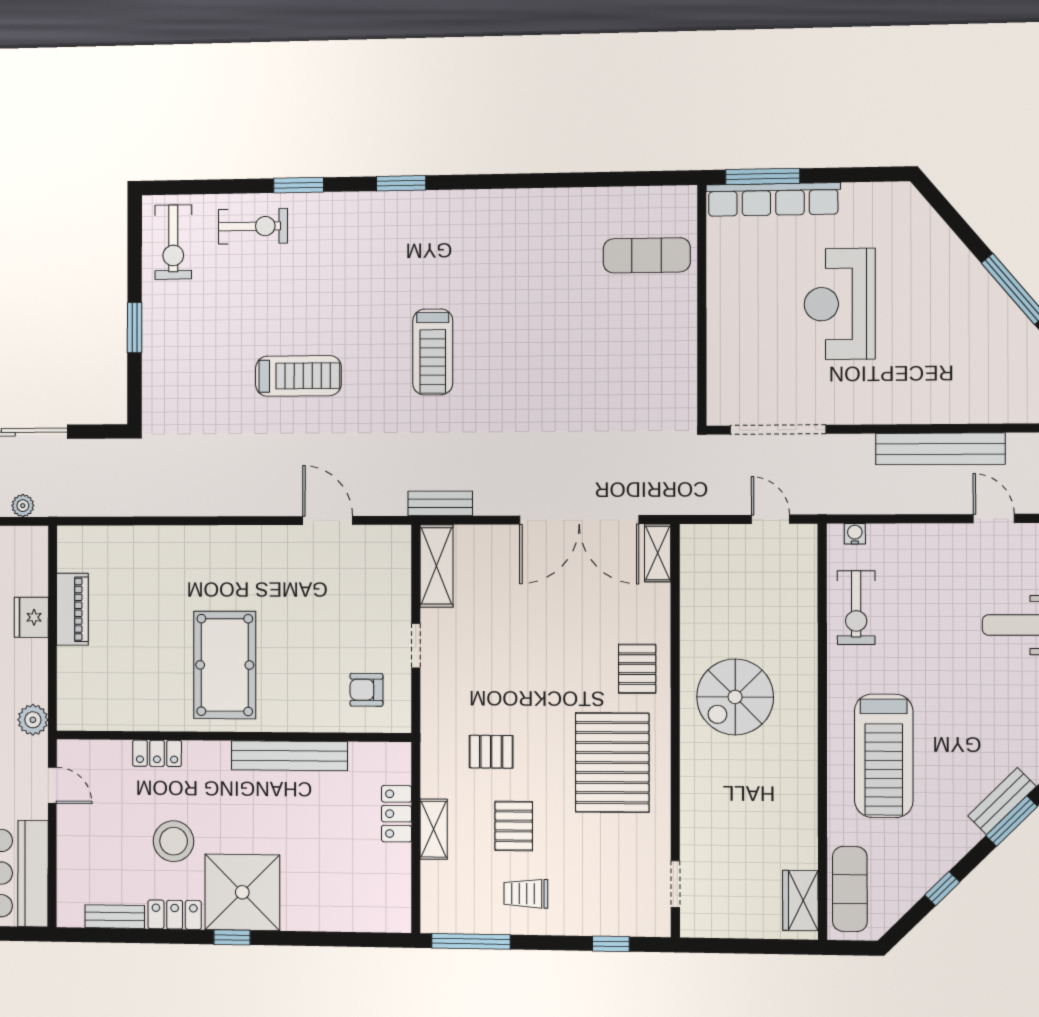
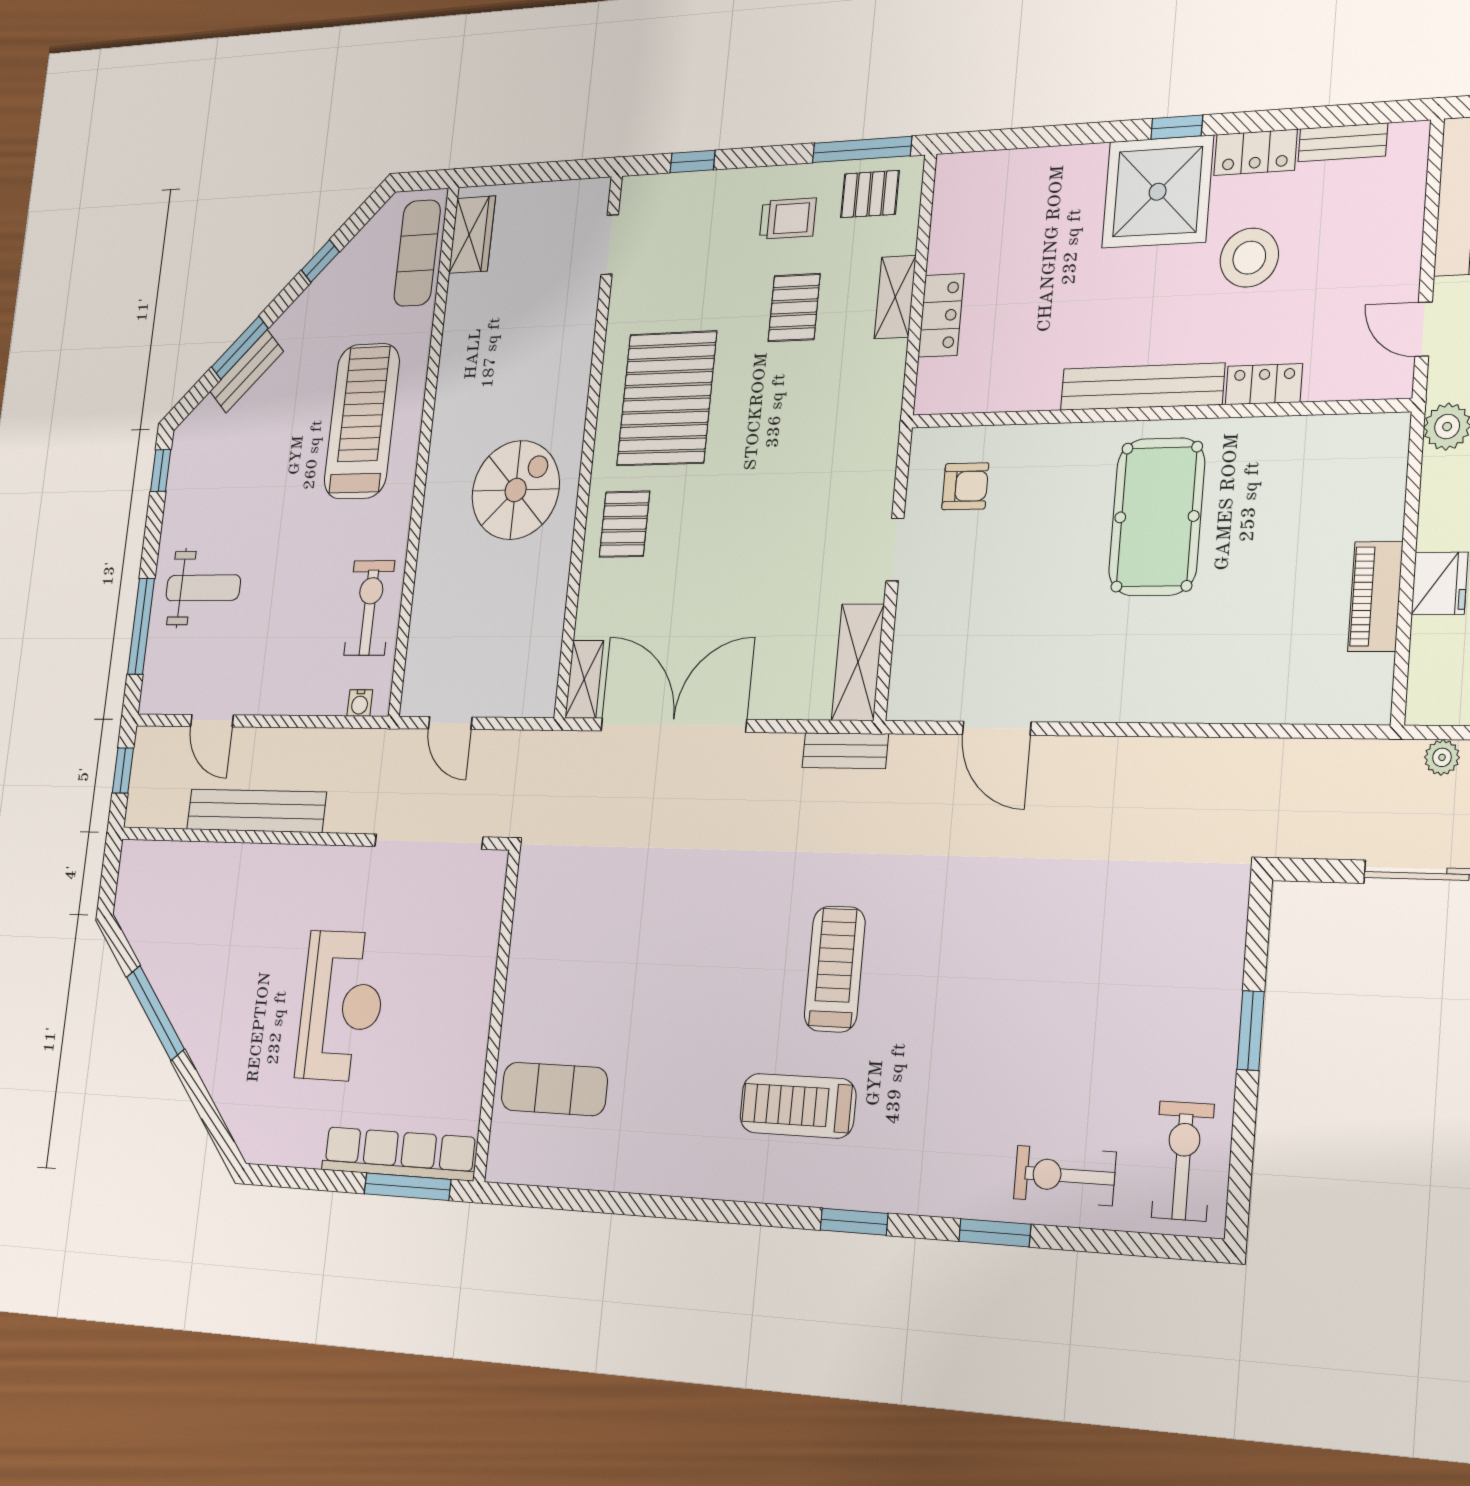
treadmill: (298, 376) -> (798, 1106), moved
pallet: (491, 752) -> (870, 194), moved
bench: (289, 756) -> (1142, 387), moved

